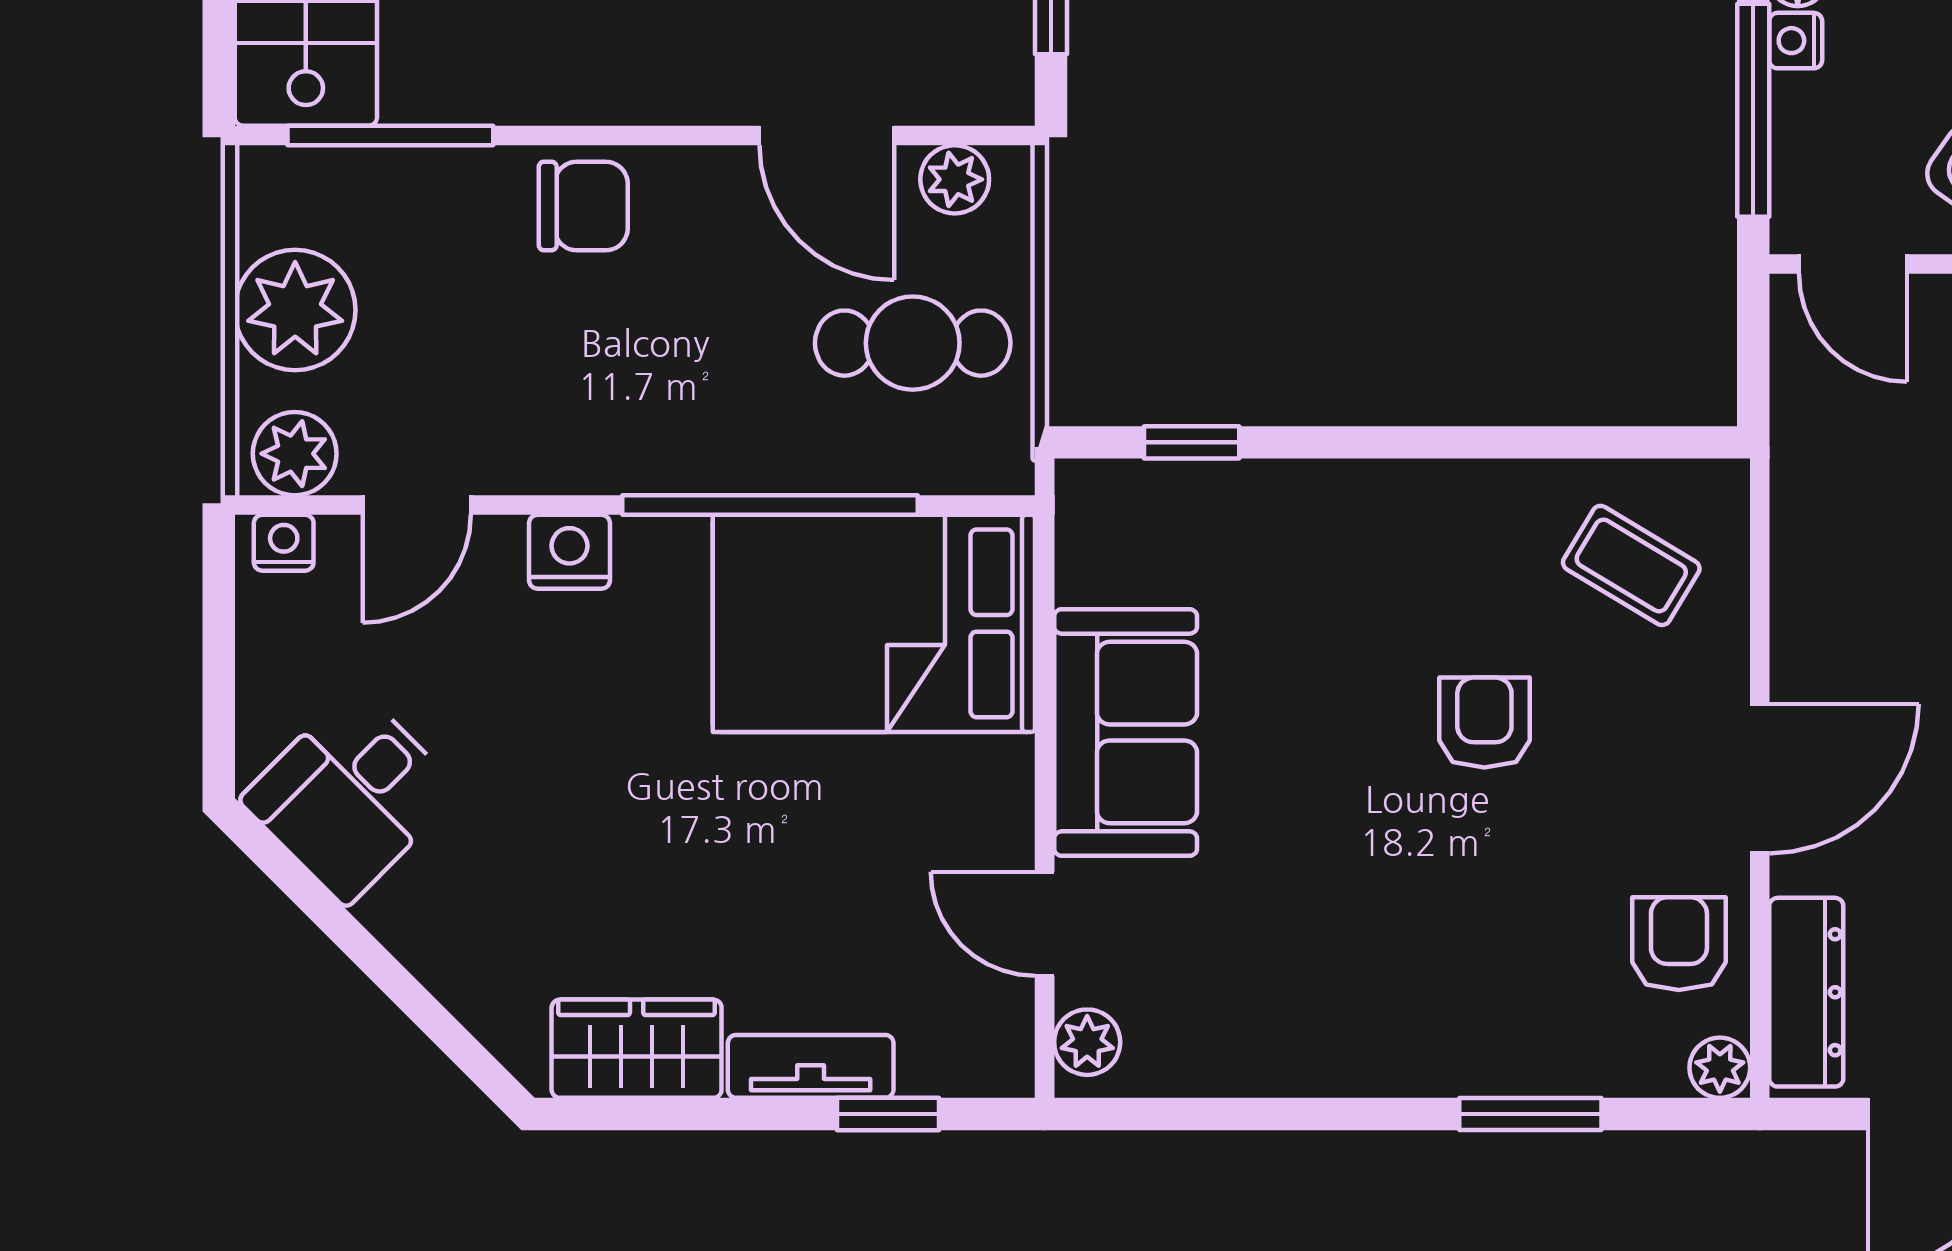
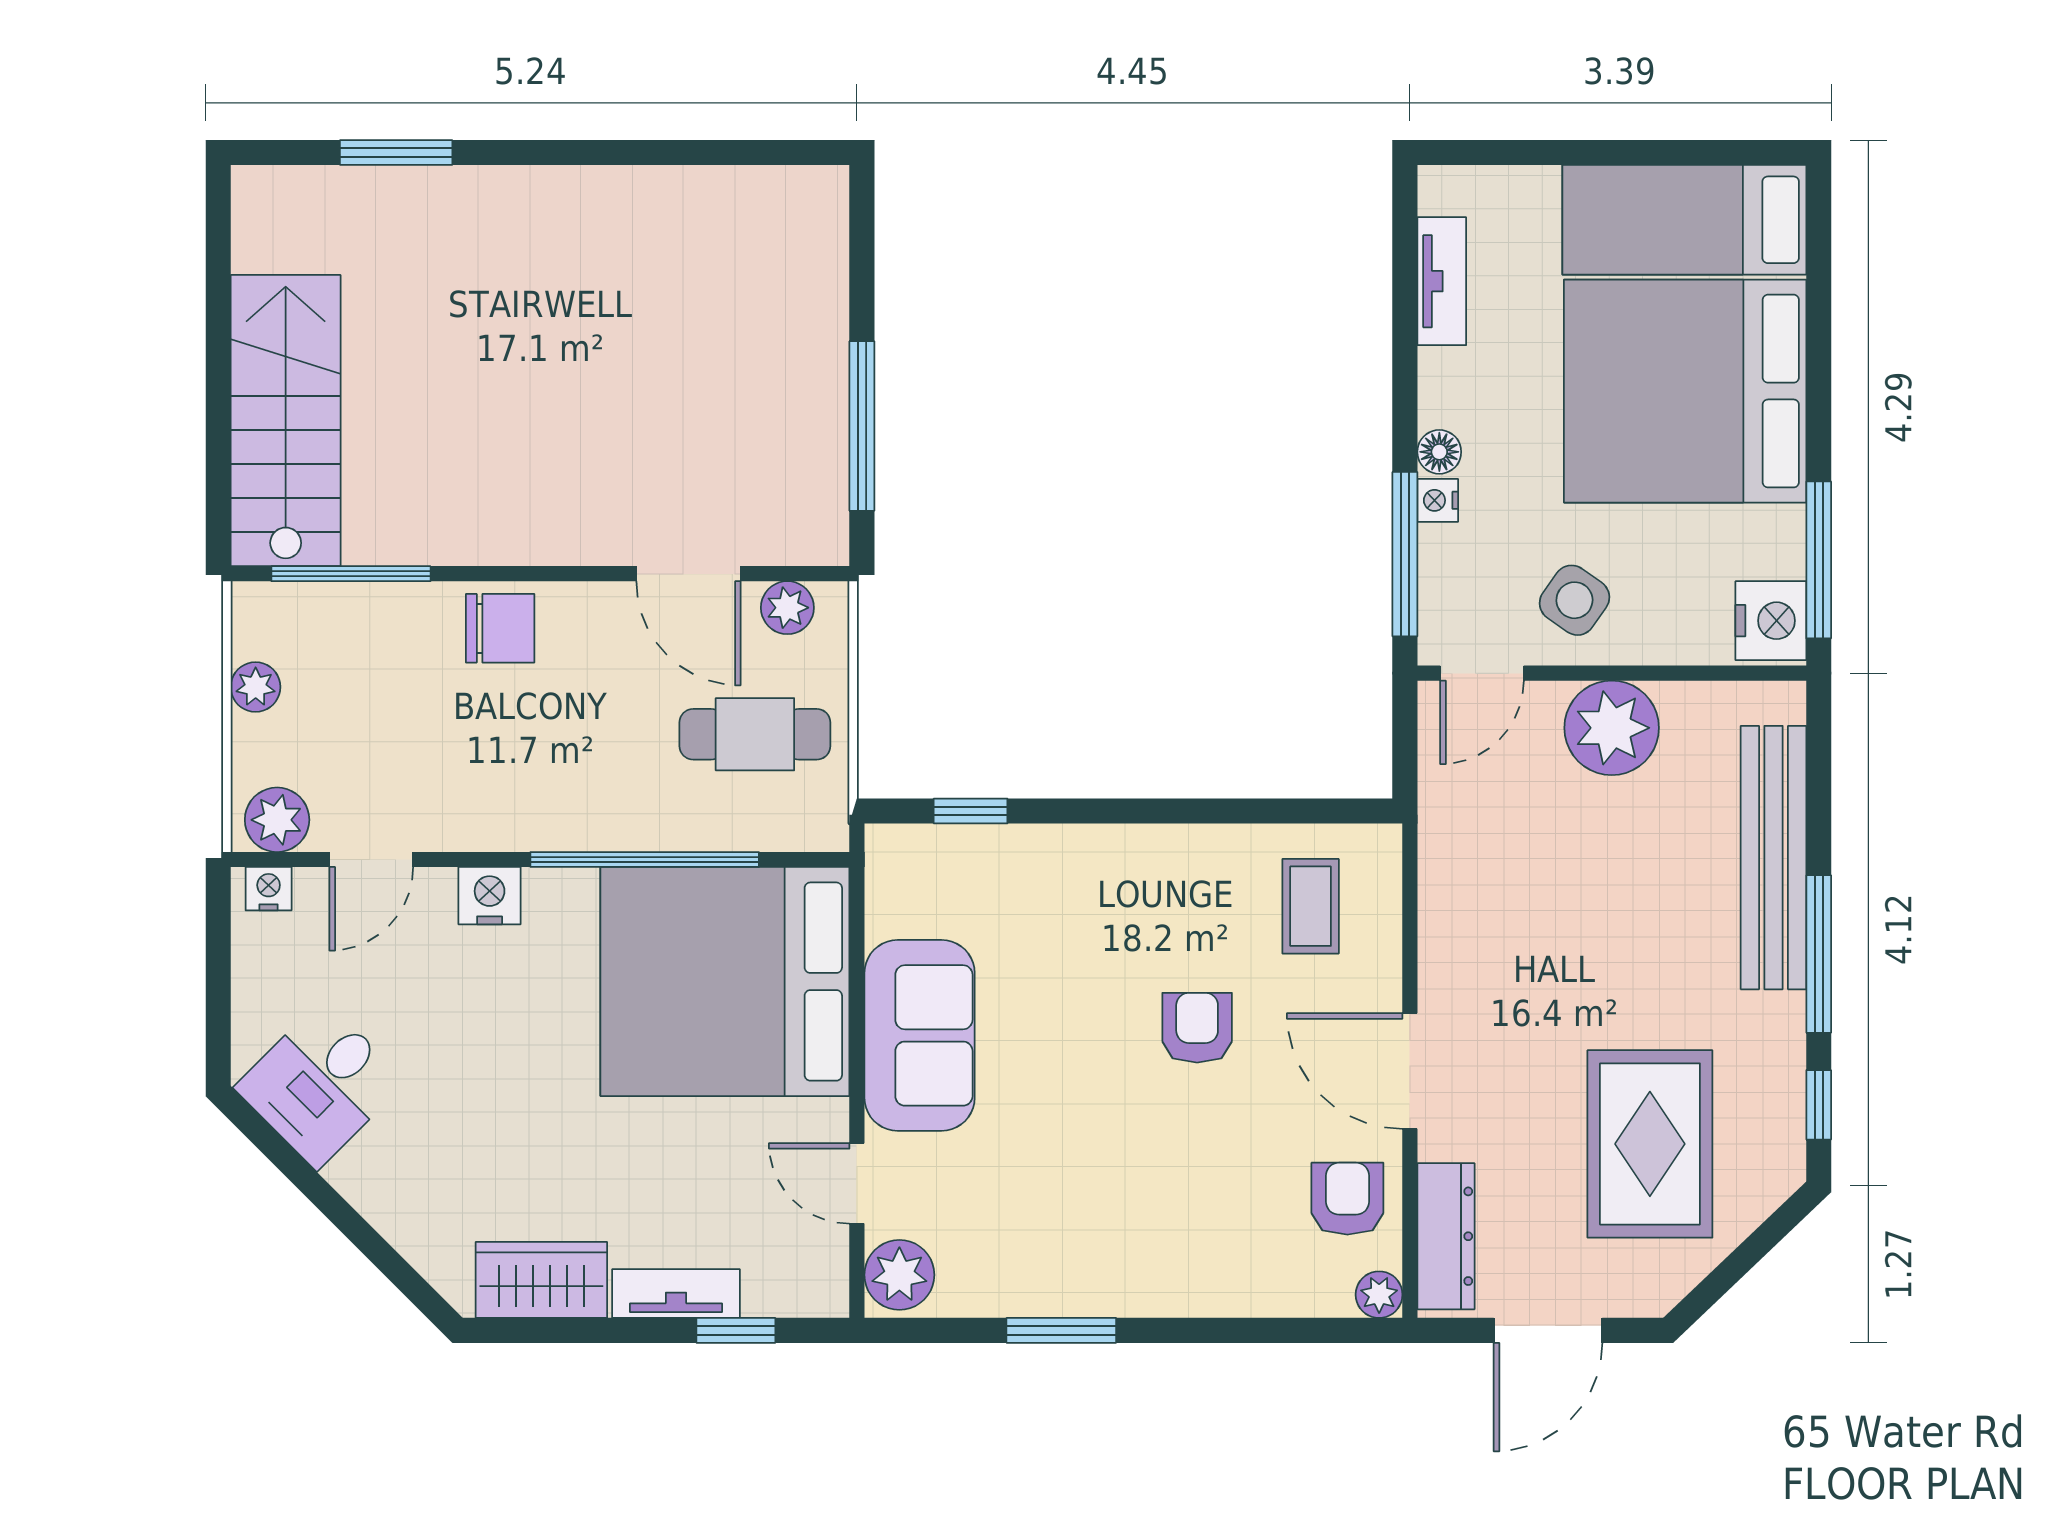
door: (1853, 264) -> (1482, 673), hinge flipped
plant: (295, 310) -> (256, 687), width x0.53, depth x0.53
coffee table: (1631, 565) -> (1311, 906), turned 59
bed: (874, 623) -> (725, 982), width x1.36
door: (1760, 779) -> (1410, 1071), swing flipped
plant: (1087, 1042) -> (899, 1275), width x1.38, depth x1.38
window: (1530, 1114) -> (1061, 1330), moved

